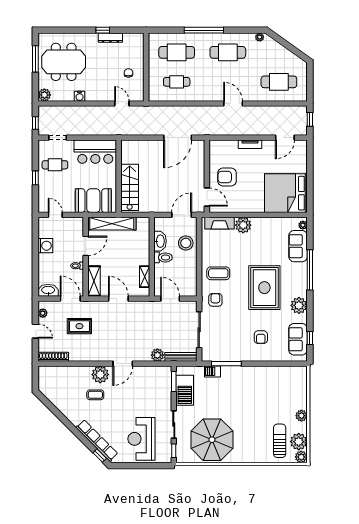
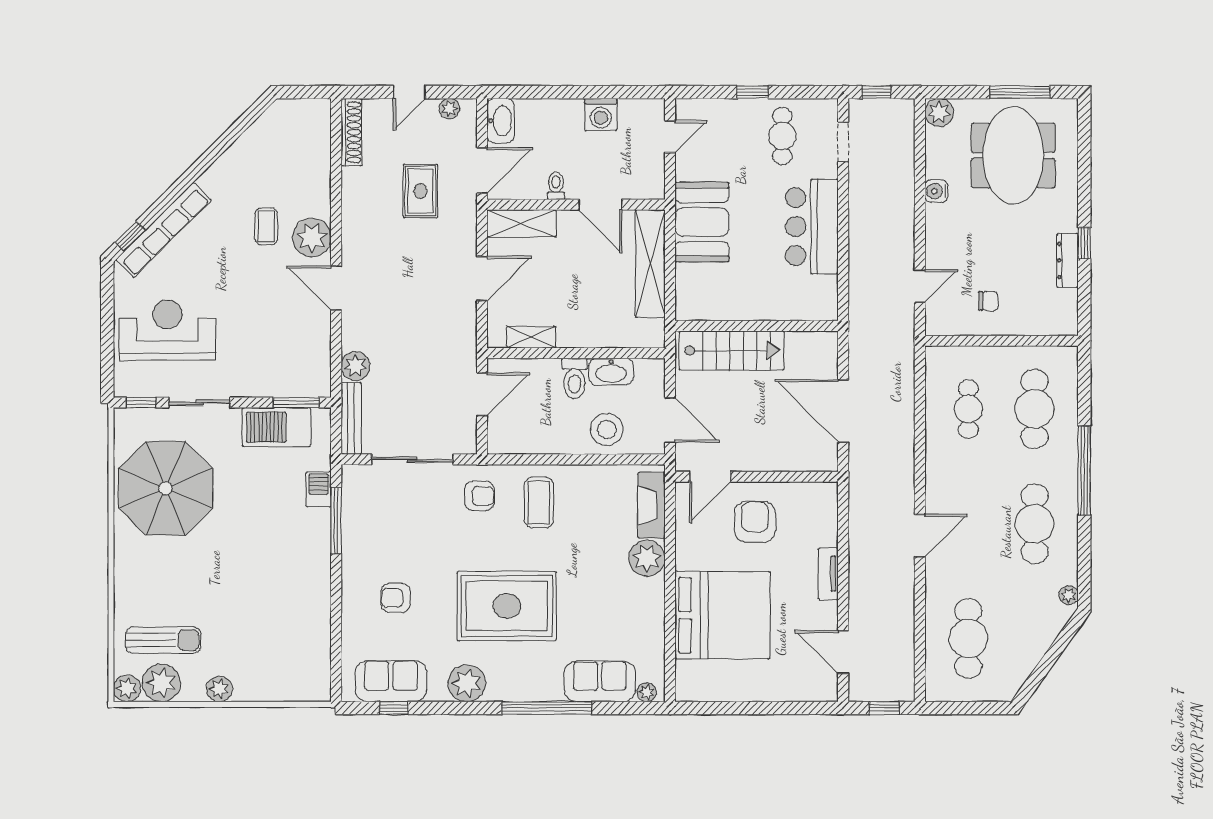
wall: (119, 176) -> (757, 326), moved
stairs: (130, 187) -> (732, 351), moved
bed: (286, 193) -> (723, 615), moved, turned 90

